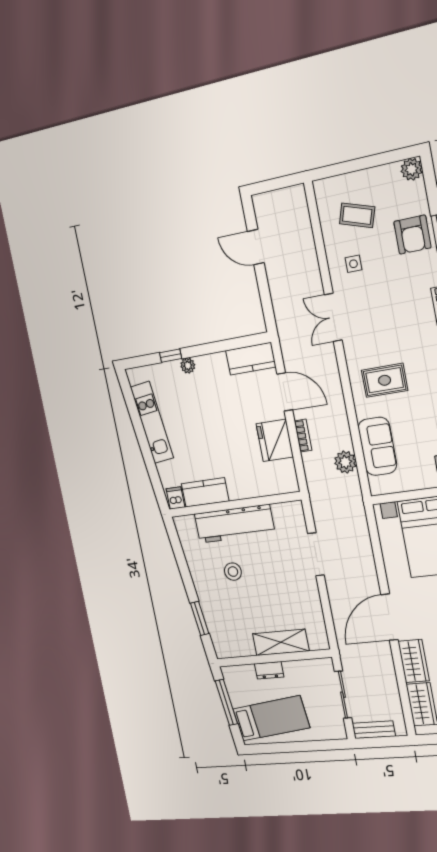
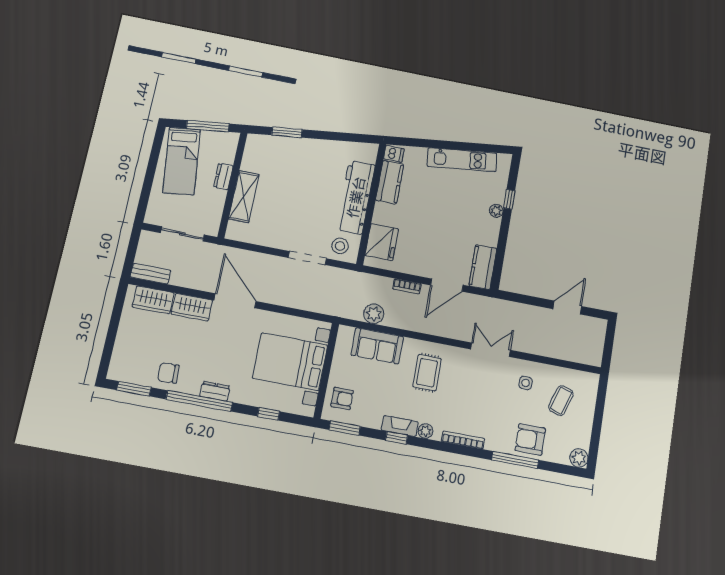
fridge: (275, 440) -> (382, 242), moved, turned 90
stool: (233, 572) -> (340, 246), moved
bench: (374, 730) -> (151, 274), moved, turned 90

